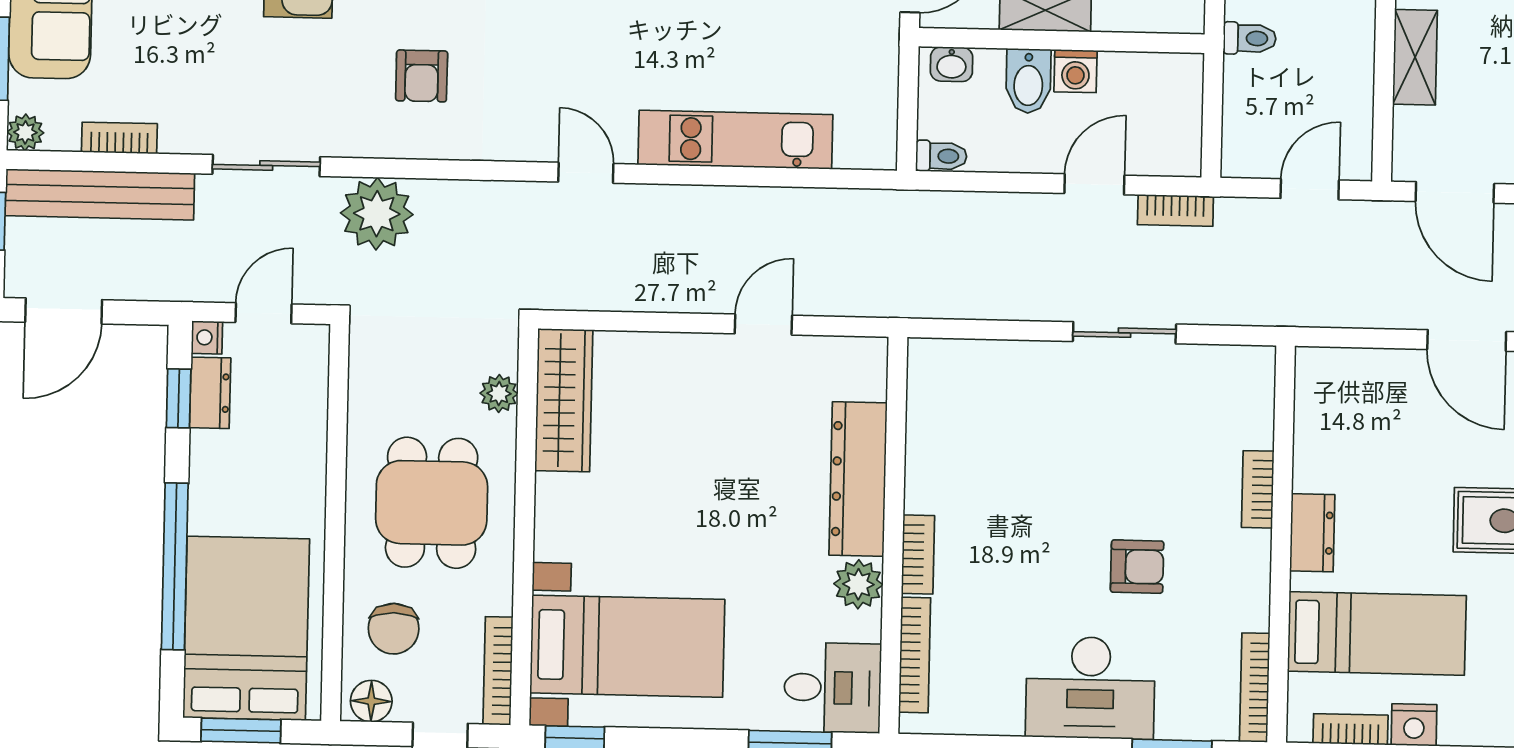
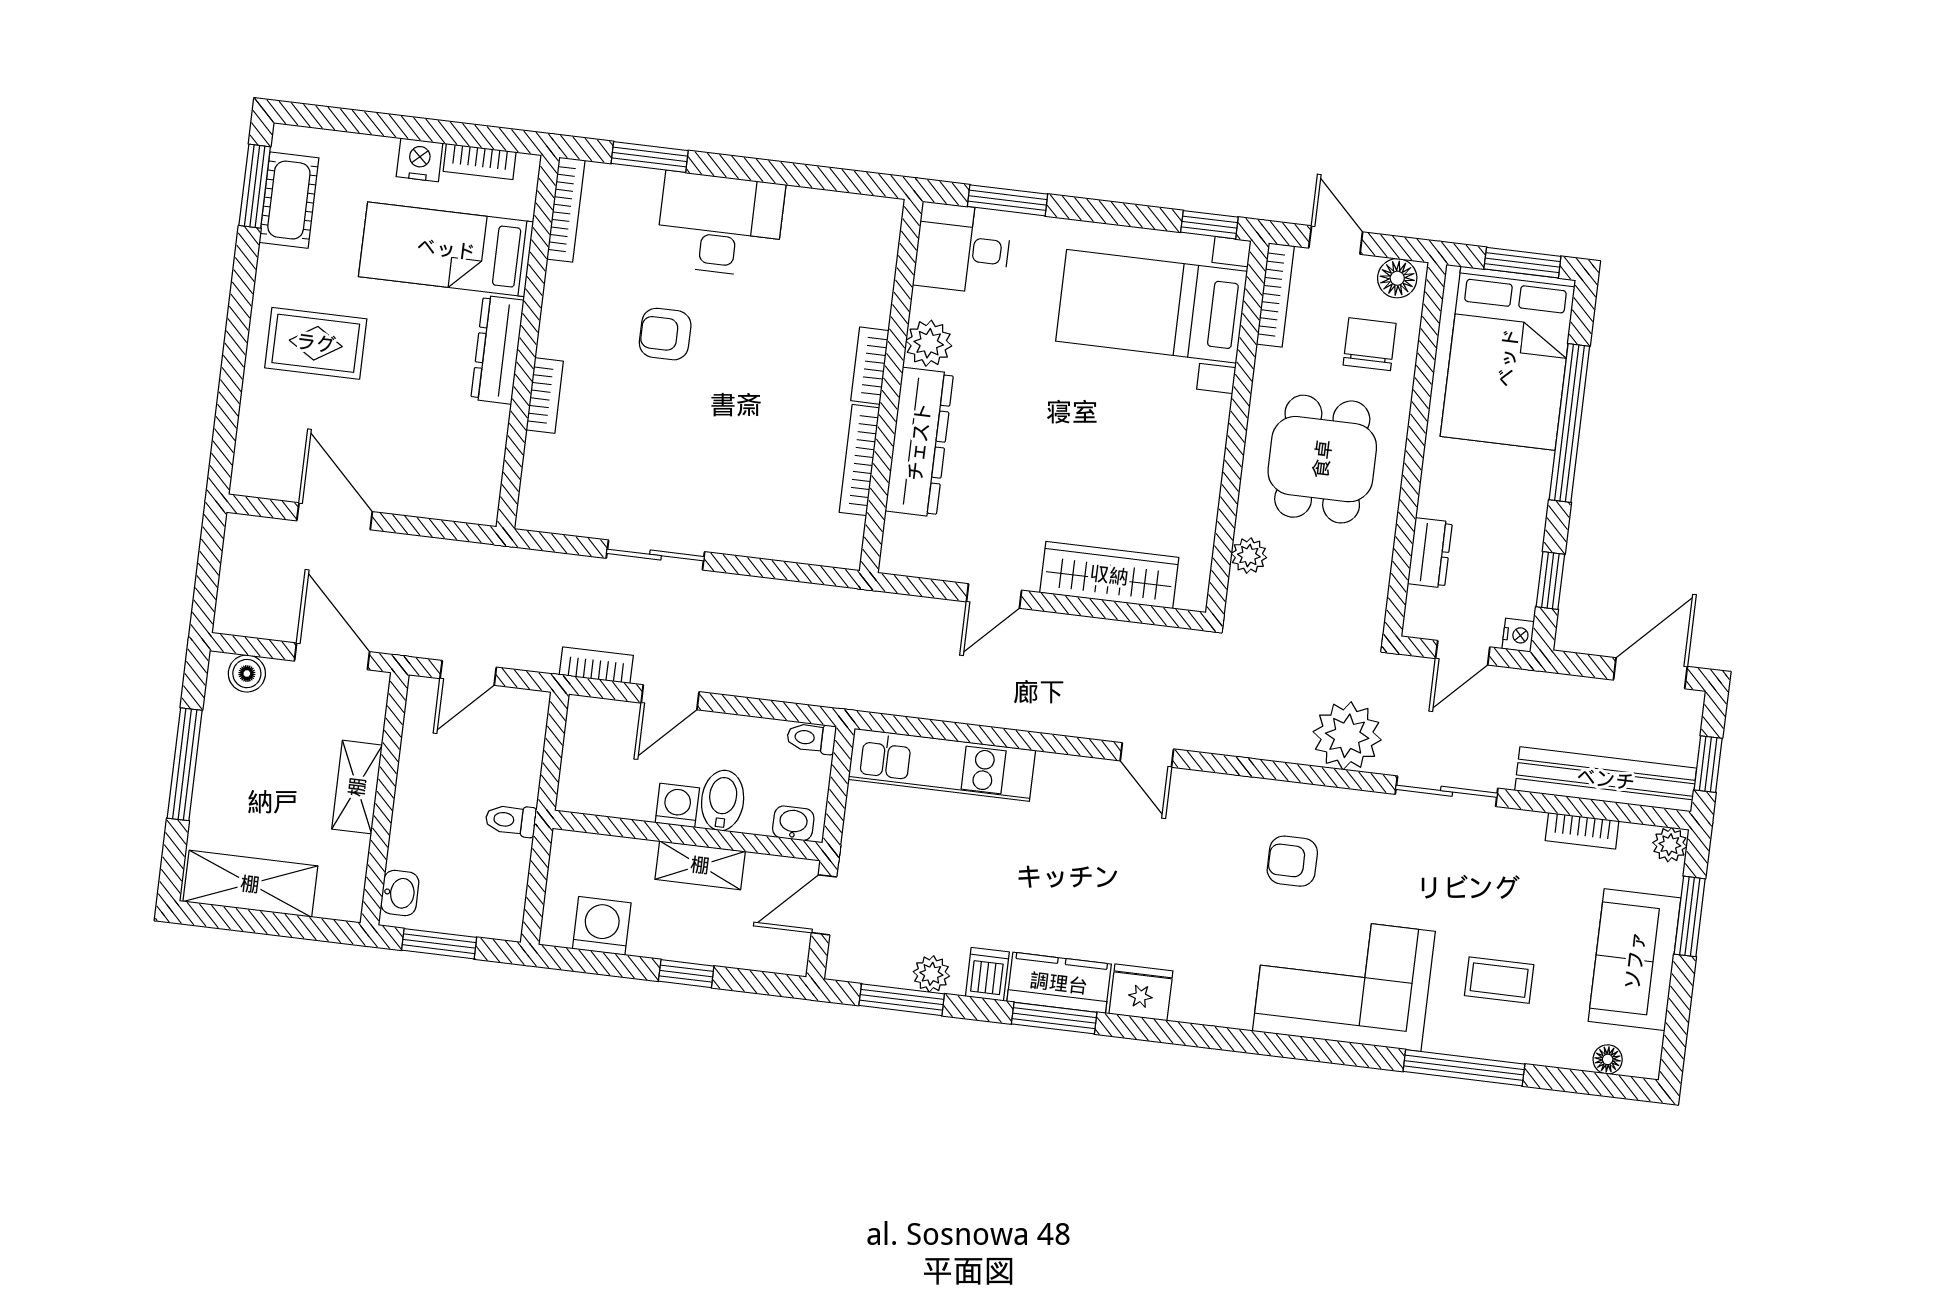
armchair: (422, 76) -> (1292, 861), turned -90
kitchen unit: (735, 140) -> (942, 765), moved
dresser: (210, 393) -> (1430, 553), moved, turned 180
wardrobe: (564, 400) -> (1109, 575), moved, turned 90
dresser: (1312, 533) -> (497, 350), width x1.44
bookcase: (915, 655) -> (859, 460), moved

